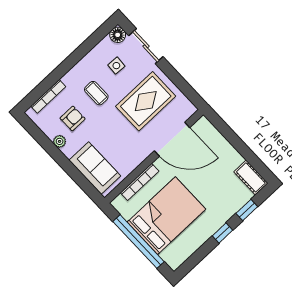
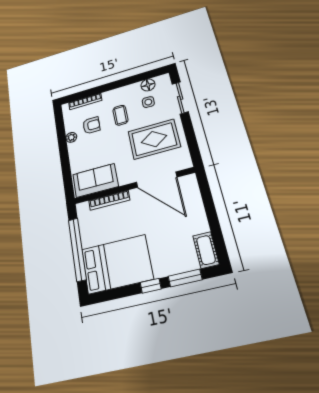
floor lamp: (118, 35) -> (148, 85), moved
sofa: (95, 168) -> (95, 180), moved, turned -90
window: (247, 210) -> (185, 278), width x1.50
bed: (166, 216) -> (117, 264), moved

